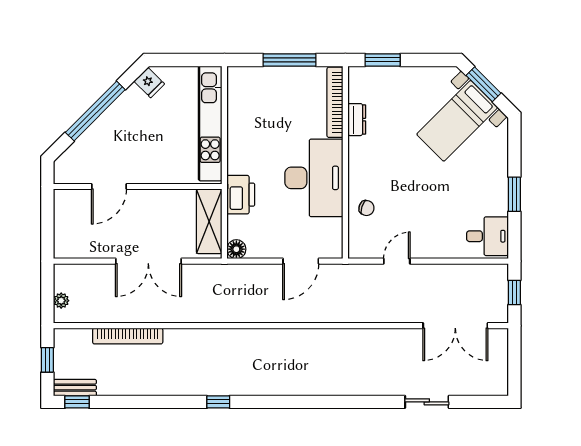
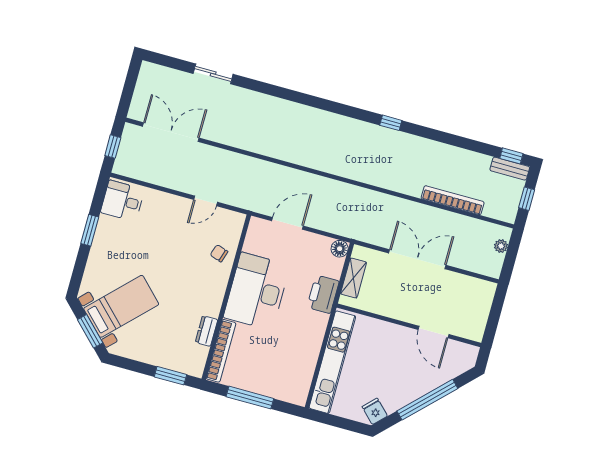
door: (109, 187) -> (433, 332), swing flipped
shelving: (209, 221) -> (354, 278), width x0.67, depth x0.75

